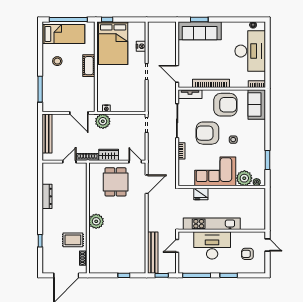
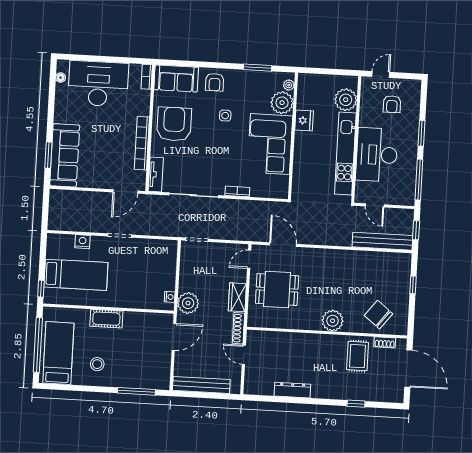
bed: (113, 43) -> (76, 275), width x0.67
armchair: (207, 133) -> (215, 82), moved, width x0.53, depth x0.53
fridge: (201, 194) -> (304, 120), moved
plant: (249, 222) -> (346, 100), added
chair: (102, 253) -> (378, 315), added

